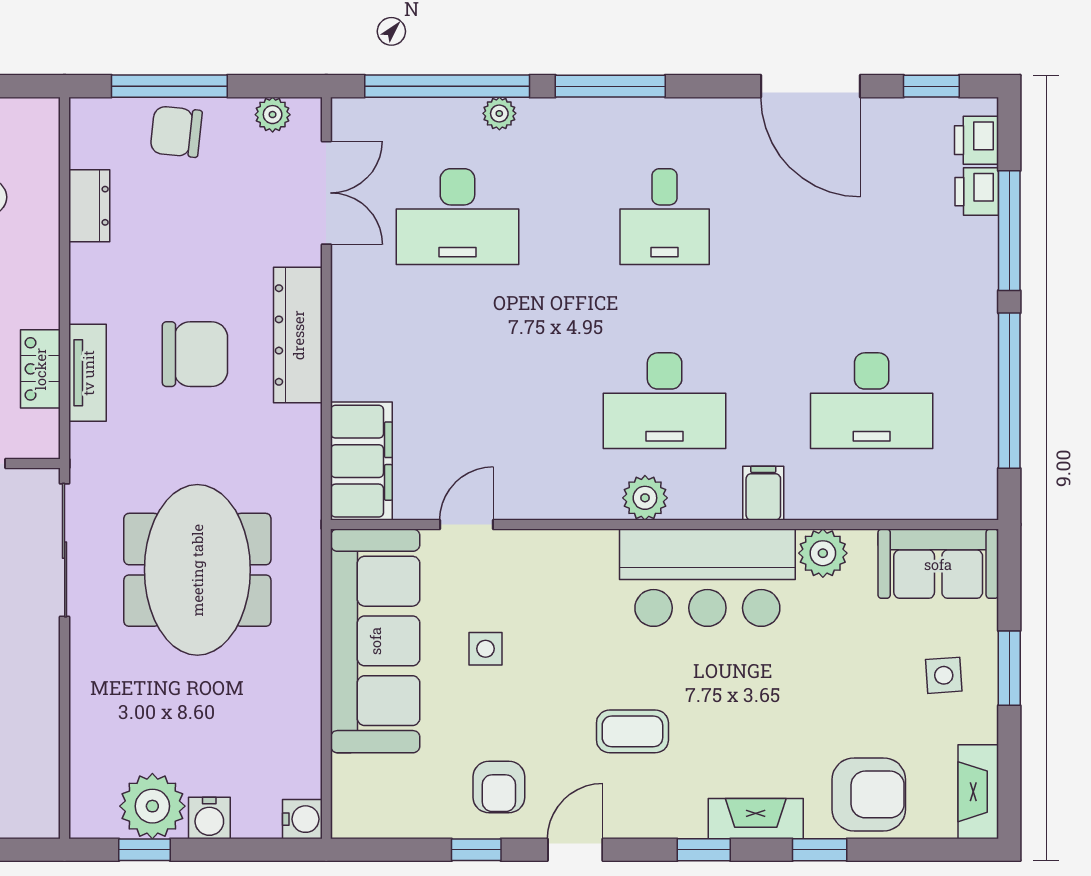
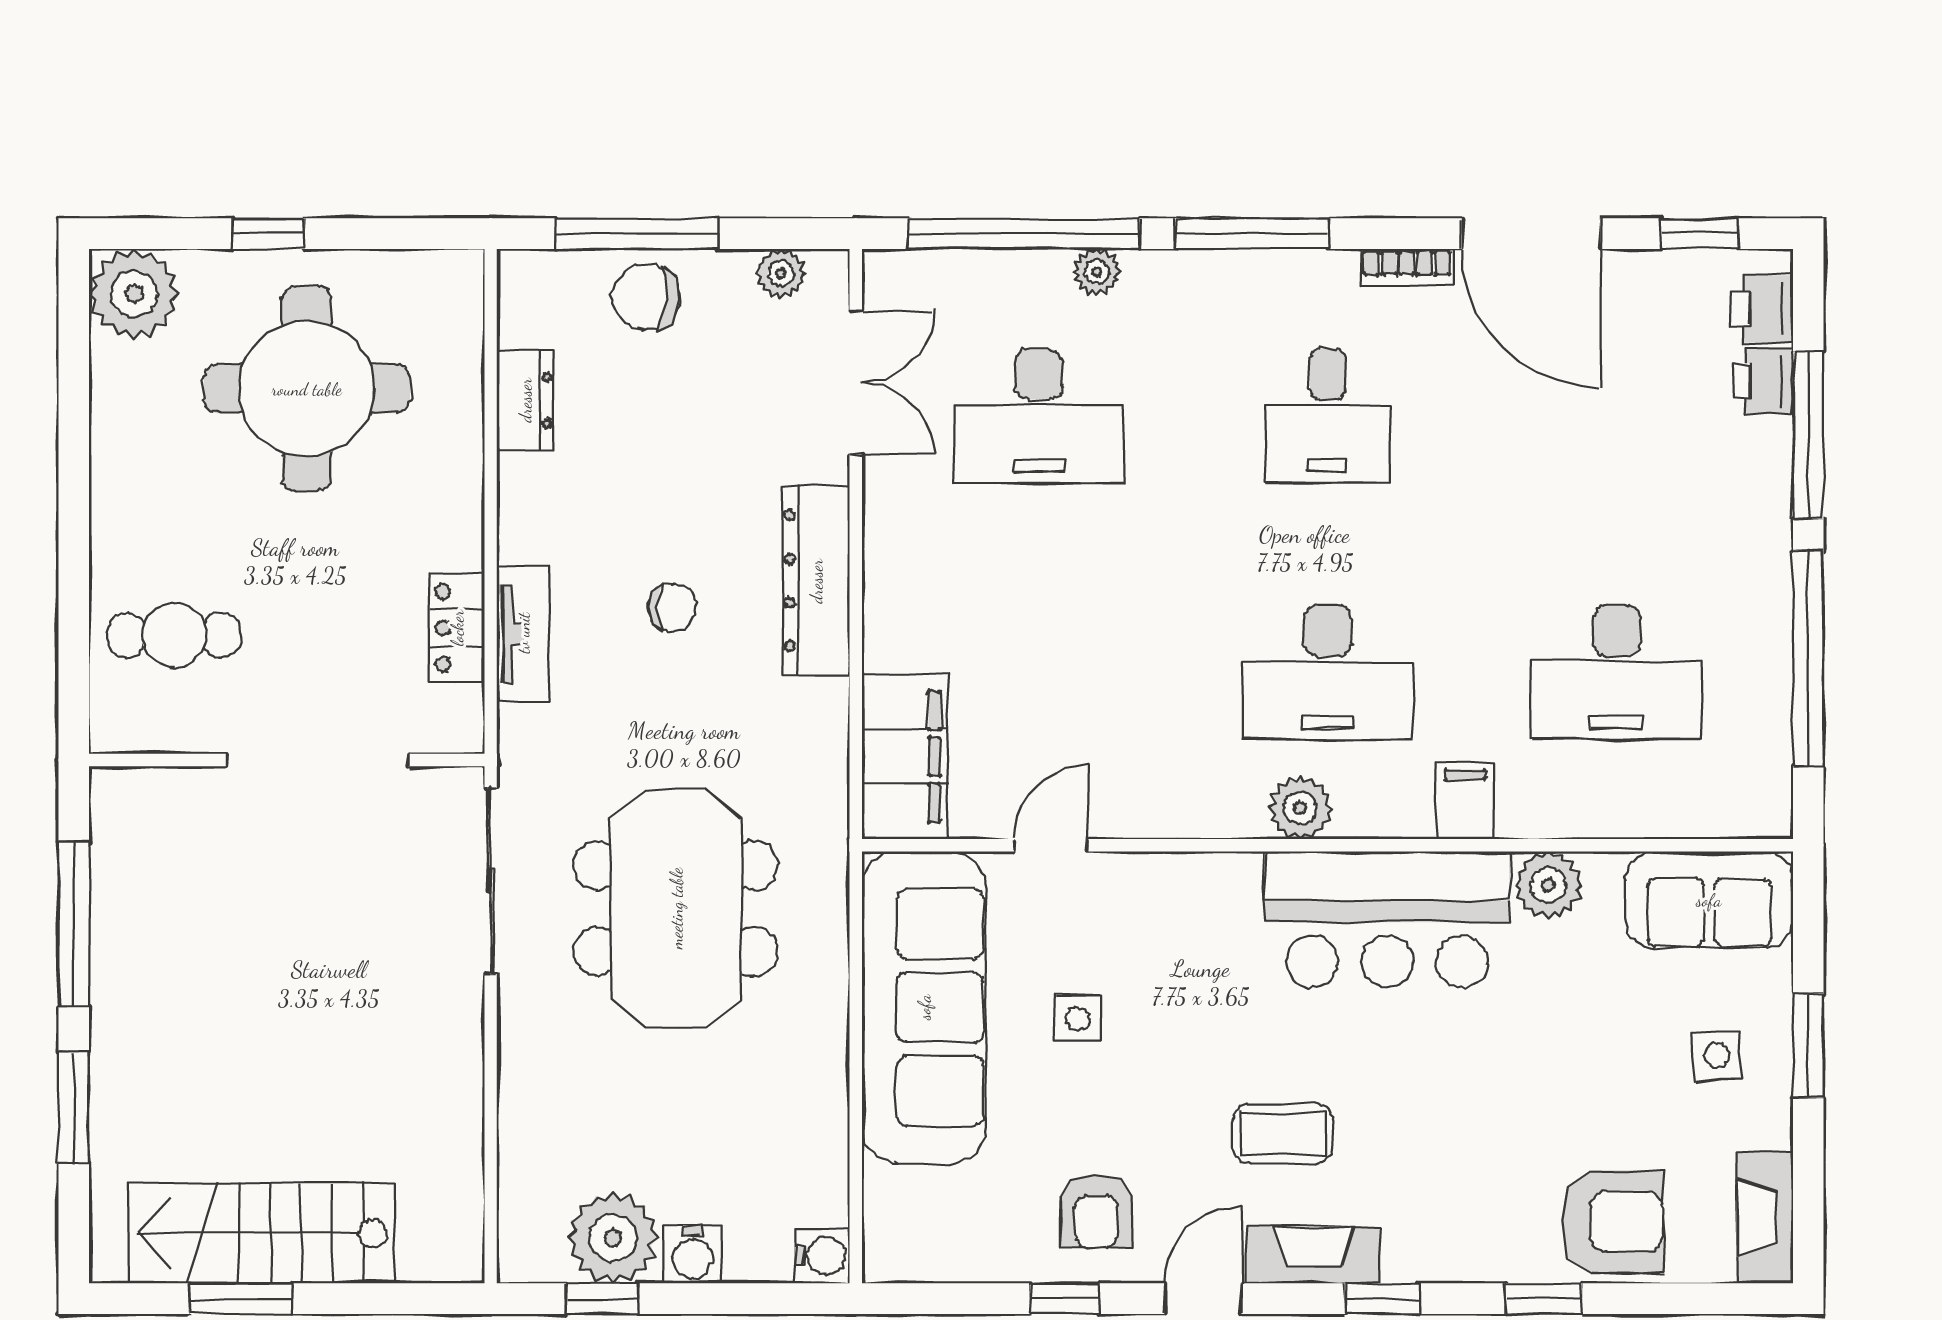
bookcase: (722, 110) -> (1407, 267), added
chair: (195, 354) -> (673, 607), width x0.54, depth x0.54
fireplace: (756, 819) -> (1313, 1255), moved

